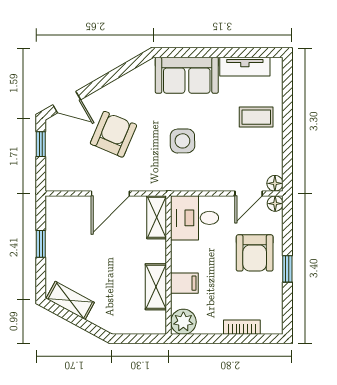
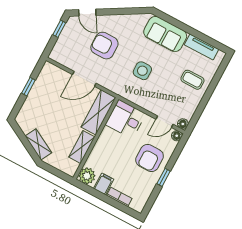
armchair: (113, 134) -> (104, 46), turned -113
shelving: (157, 217) -> (98, 112), width x1.50, depth x1.33
filing cabinet: (184, 283) -> (104, 184), moved, turned -90
shelving: (70, 300) -> (38, 144), moved

